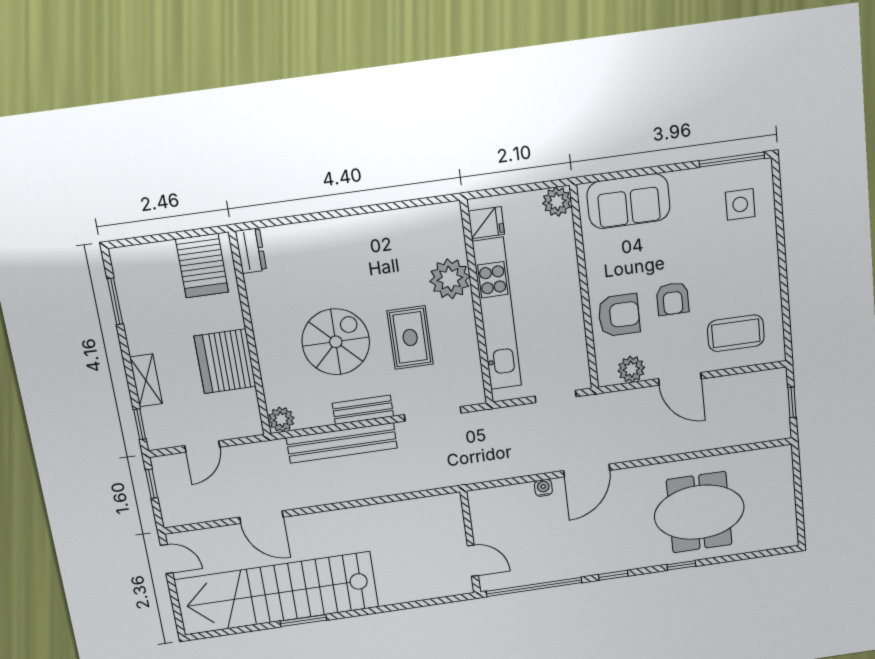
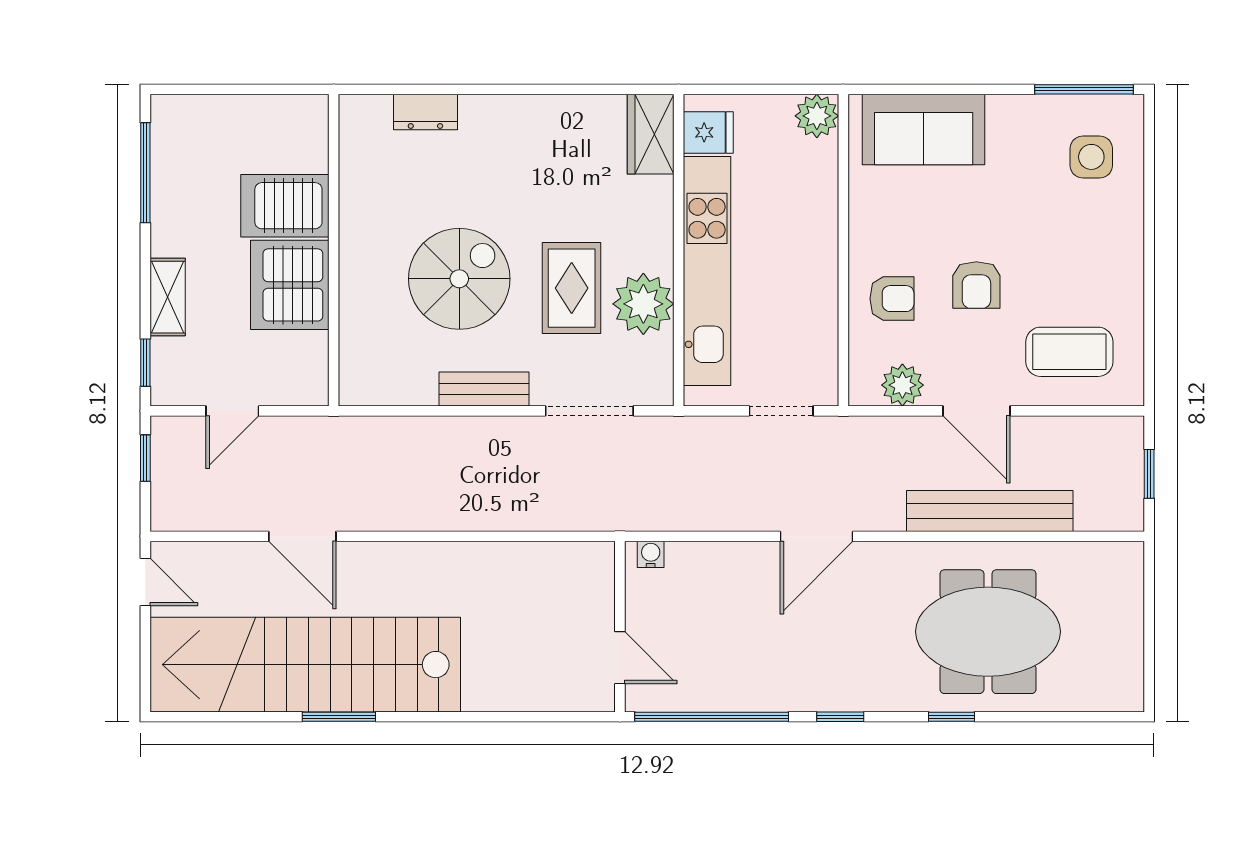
wardrobe: (448, 229) -> (651, 134), added
dresser: (251, 251) -> (425, 112), moved, turned 90
server rack: (202, 266) -> (285, 206), moved, turned 90
plant: (450, 279) -> (643, 304), moved
window: (115, 301) -> (145, 173), width x1.44
armchair: (619, 315) -> (892, 299), width x0.72, depth x0.72
plant: (281, 419) -> (358, 386), removed
bench: (342, 443) -> (990, 511), moved
water cooler: (543, 488) -> (651, 554), moved

